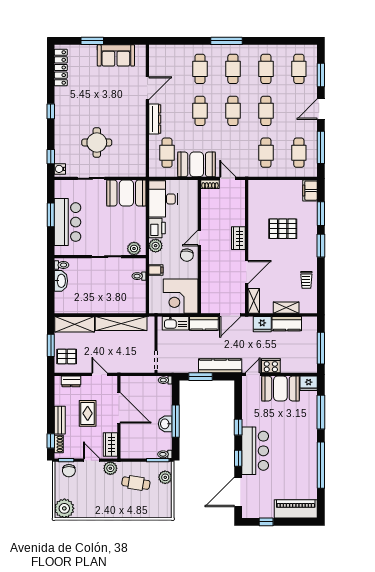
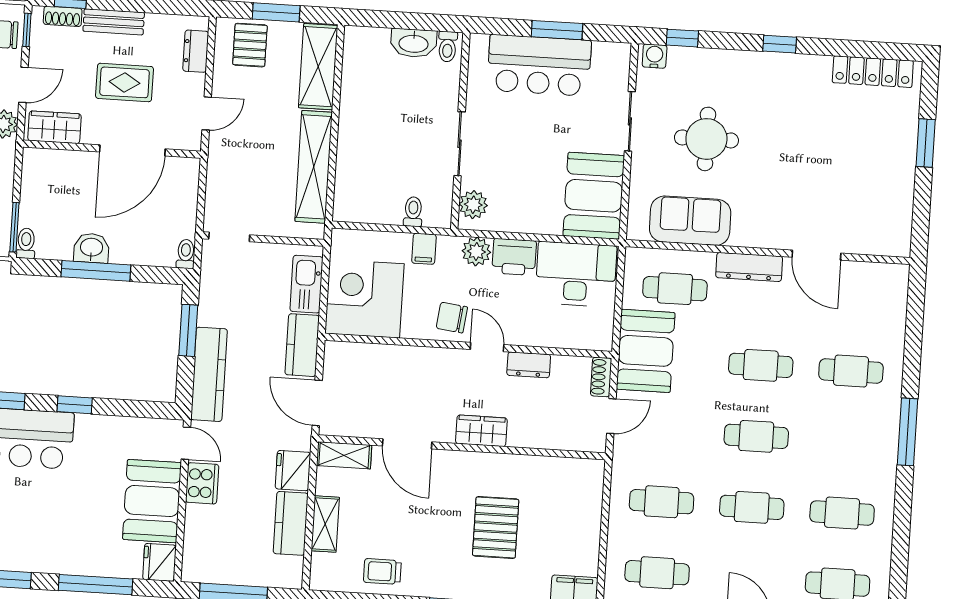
sofa: (116, 55) -> (690, 221), moved, turned 90
cafe table: (233, 69) -> (846, 442), removed
dresser: (206, 218) -> (529, 365), added

